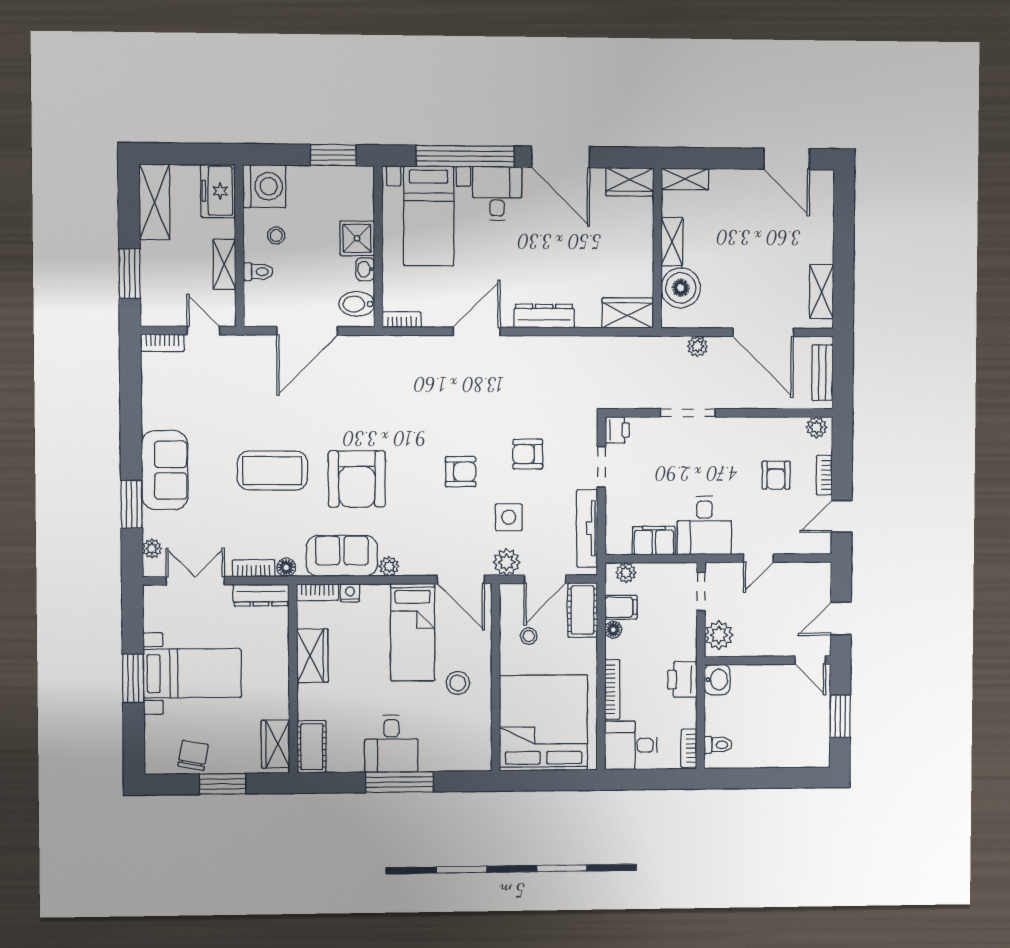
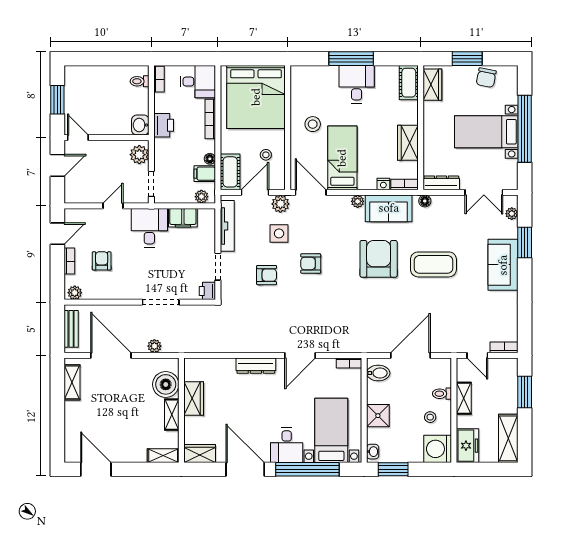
washbasin: (365, 269) -> (373, 452), moved
wardrobe: (628, 313) -> (194, 398), moved, turned -90
bookcase: (254, 568) -> (446, 201), removed
window: (133, 678) -> (525, 129), width x2.11

